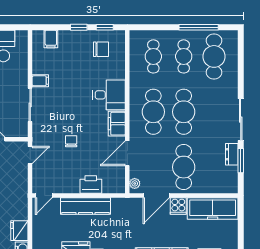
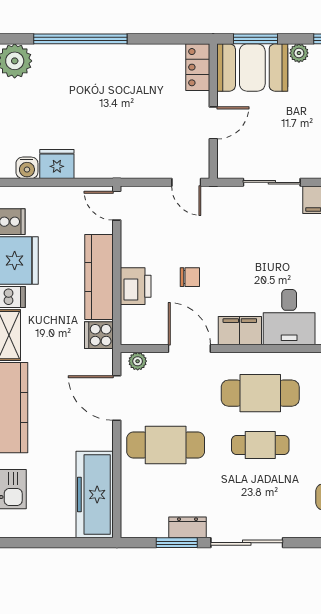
cafe table: (184, 112) -> (260, 445), width x0.73, depth x0.74
chair: (71, 141) -> (190, 277), moved
cooker: (178, 206) -> (99, 335), moved

